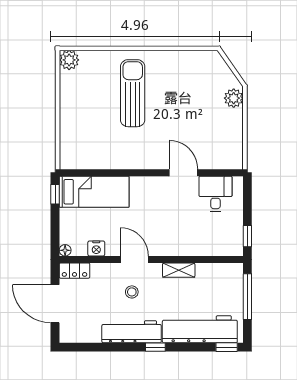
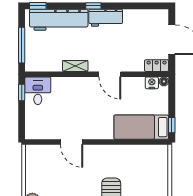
desk: (215, 194) -> (38, 91), moved, turned 180
nightstand: (96, 248) -> (152, 83), moved
stool: (132, 292) -> (112, 49), removed
workbench: (132, 332) -> (106, 18), width x0.73

